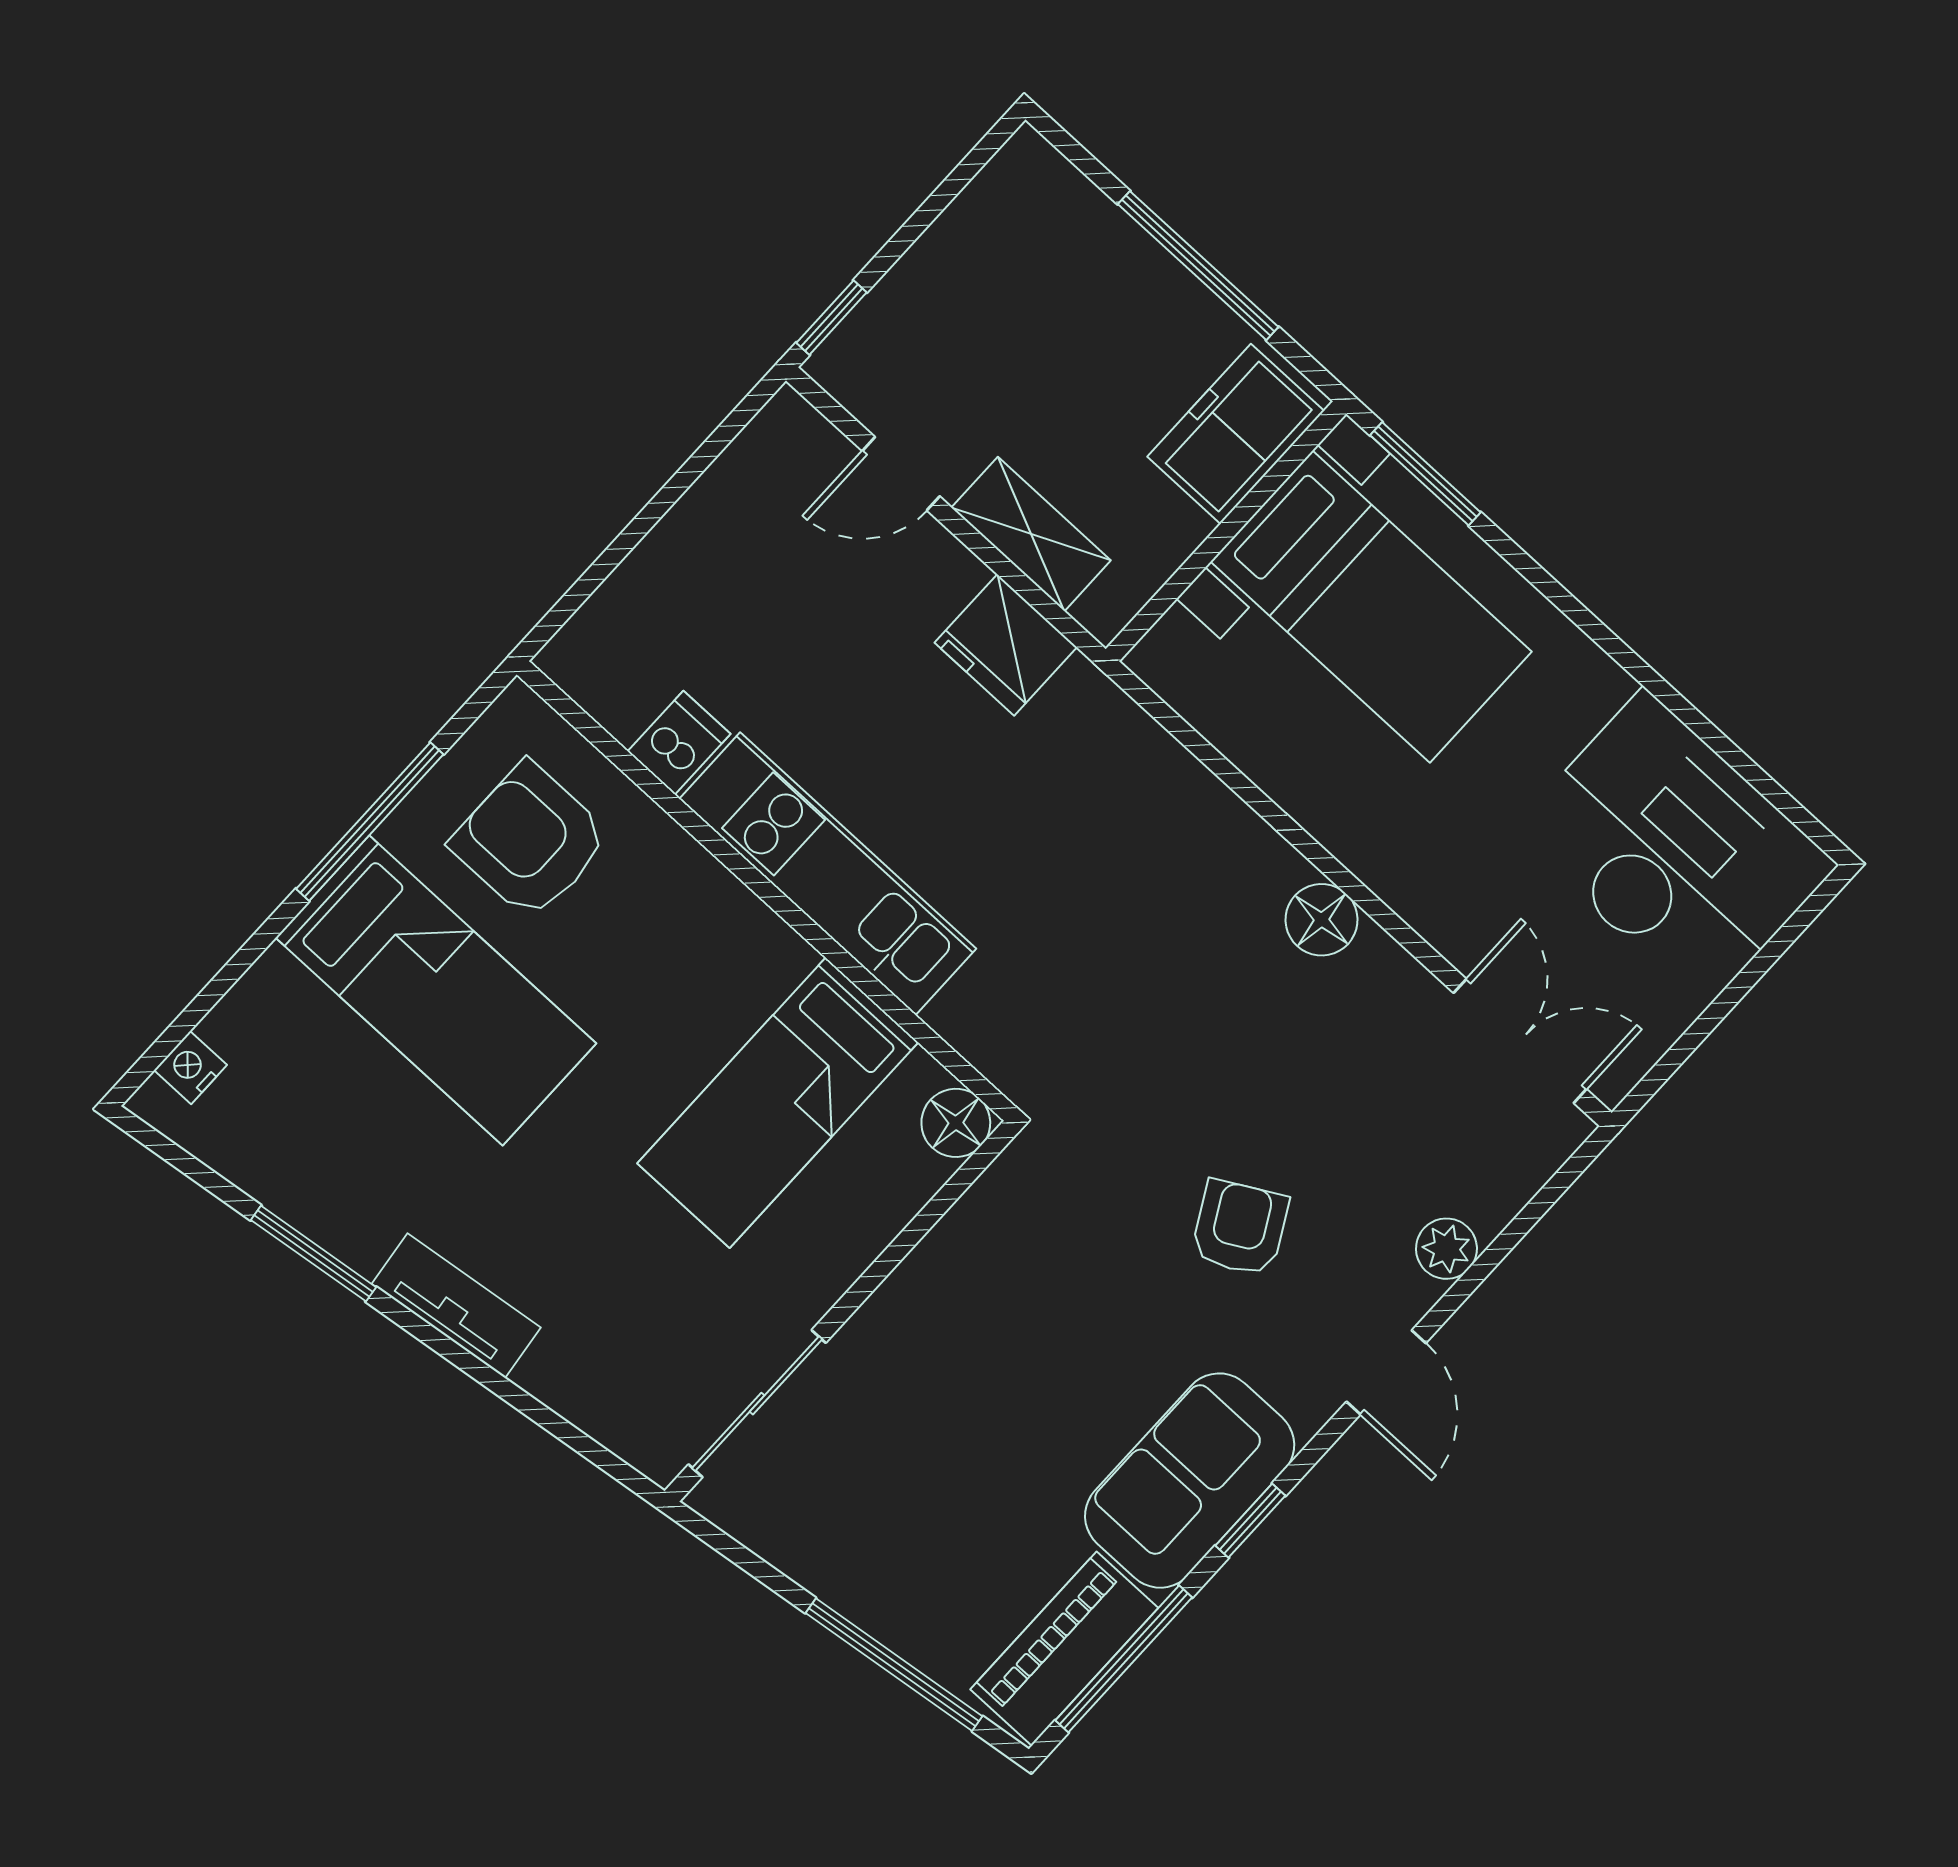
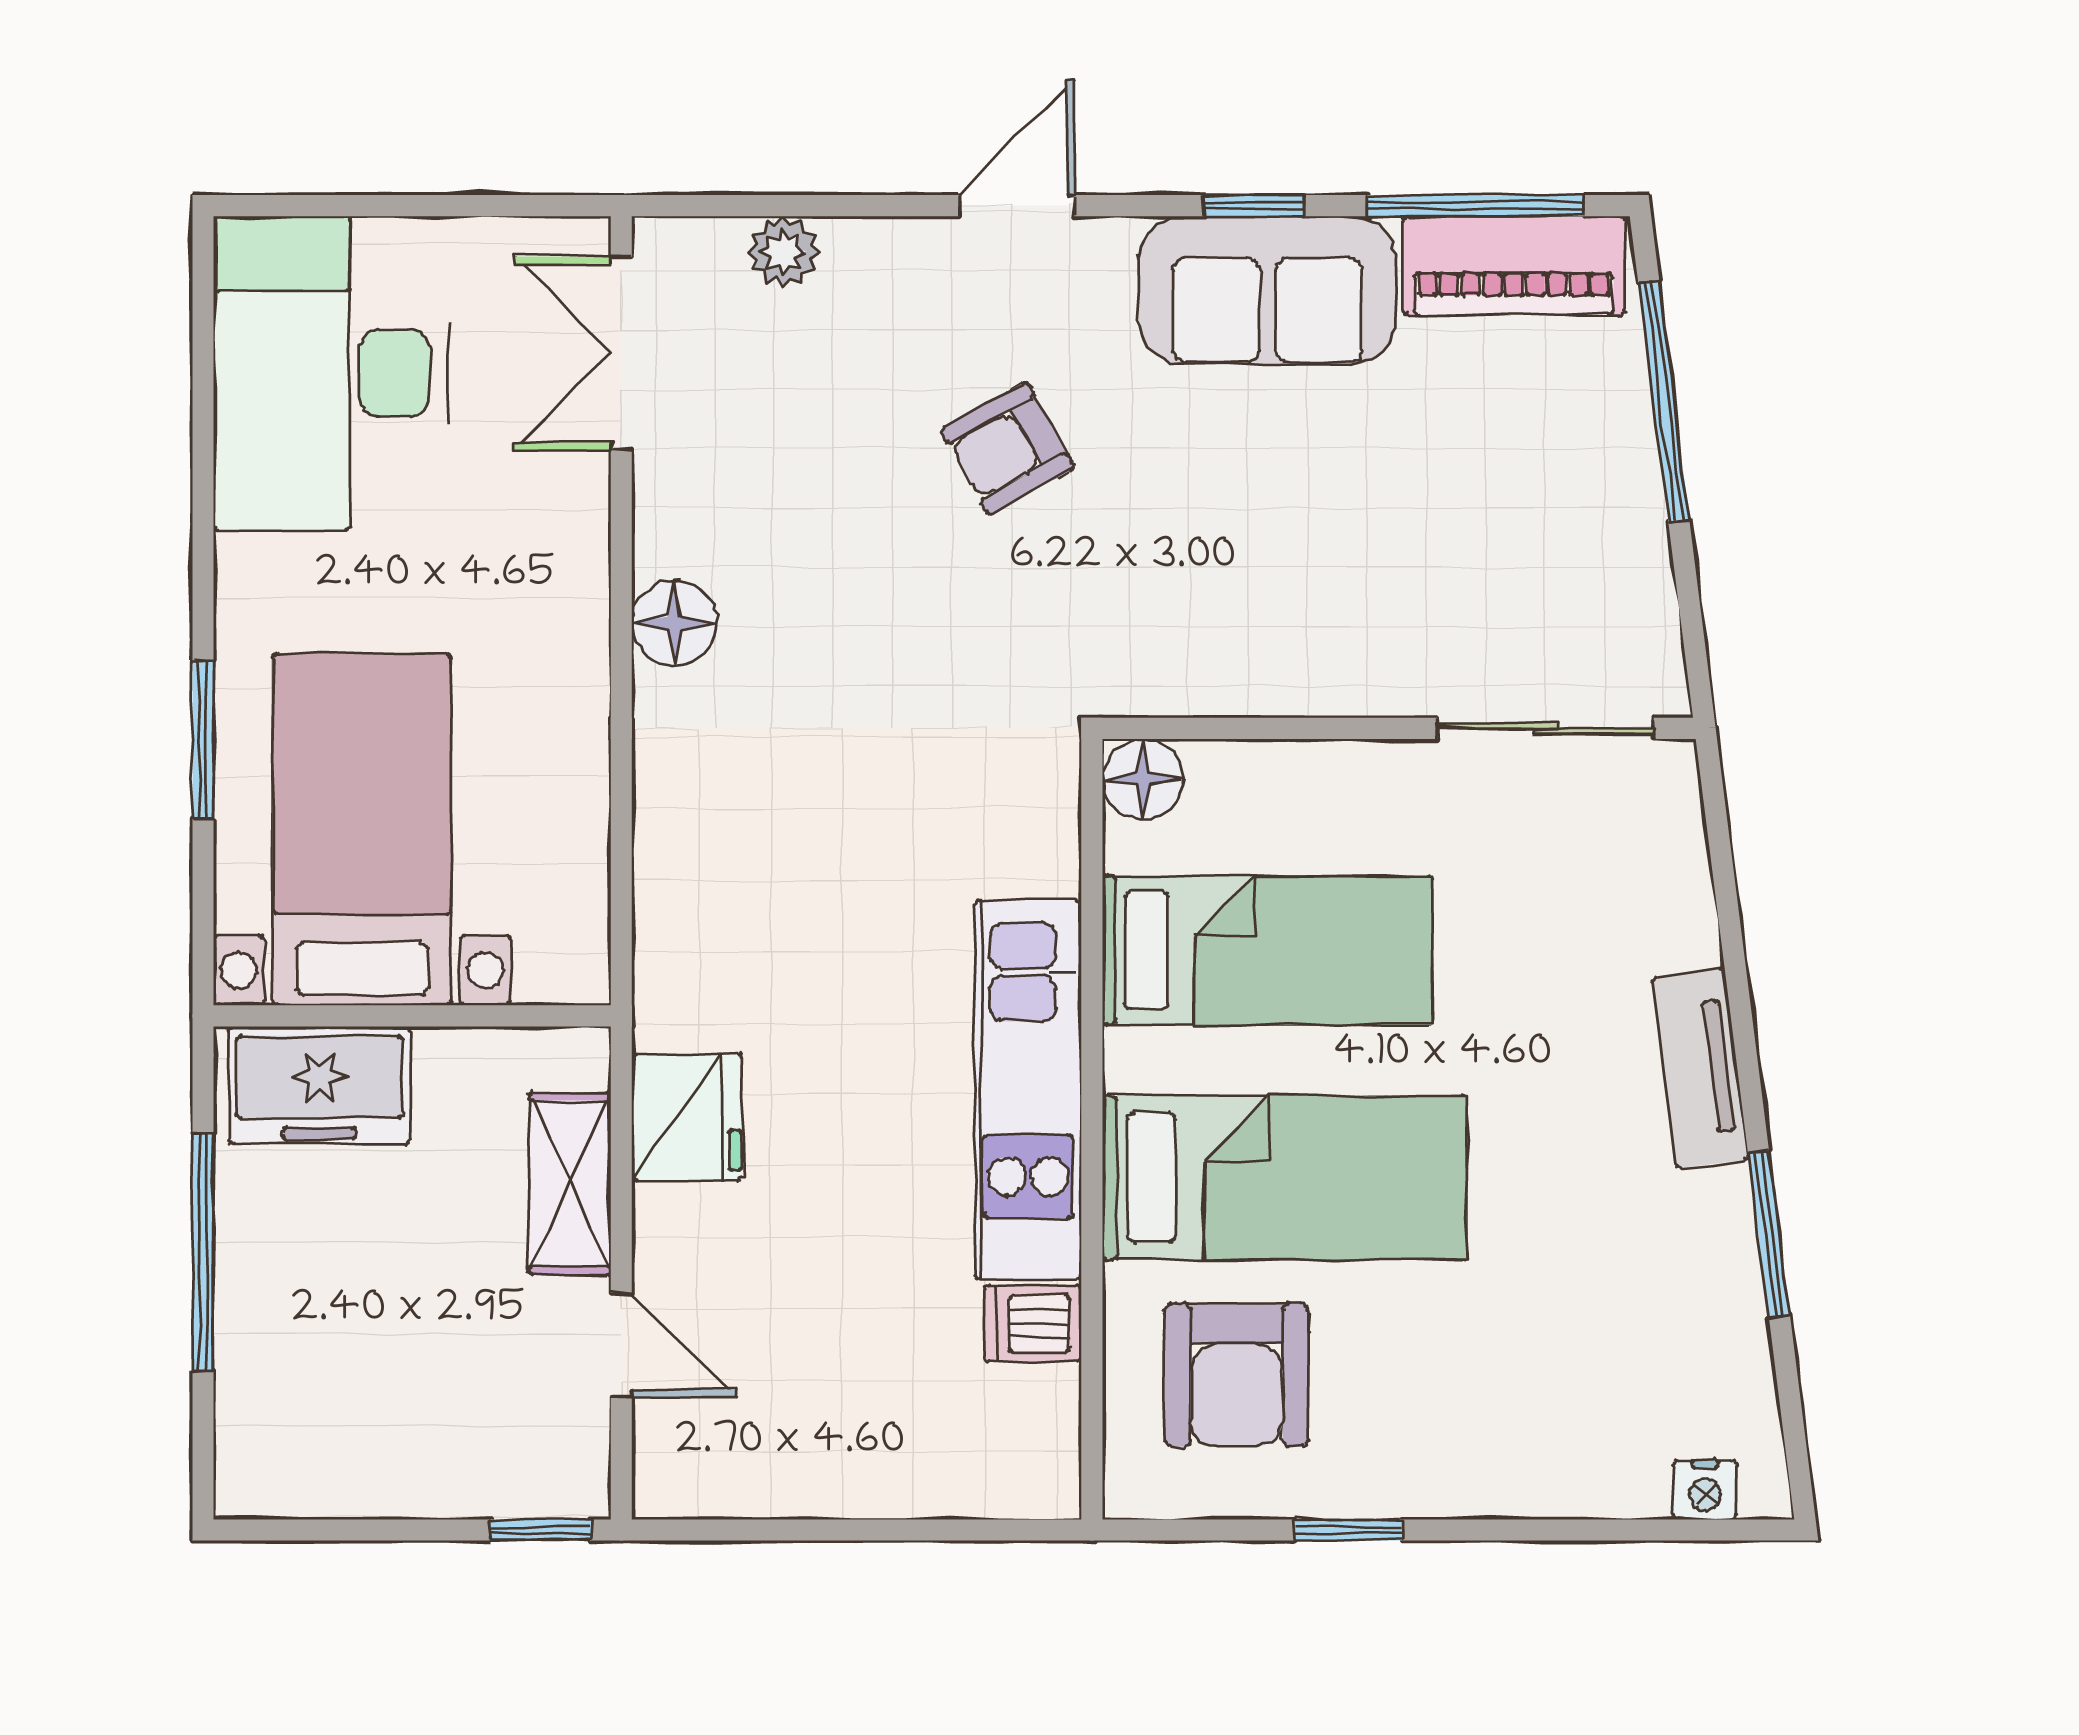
window: (1425, 474) -> (203, 740), moved
window: (370, 822) -> (1348, 1530), width x0.46
bed: (436, 990) -> (1284, 1178), moved, turned 90
plant: (1446, 1249) -> (783, 252), moved

